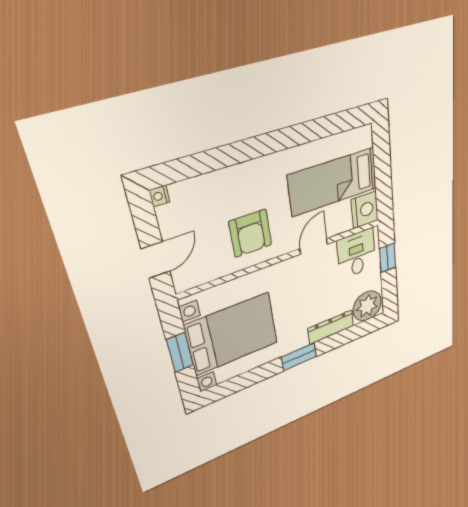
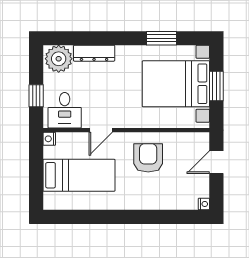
nightstand: (365, 210) -> (49, 139), width x0.53, depth x0.56
window: (299, 357) -> (162, 38), moved

